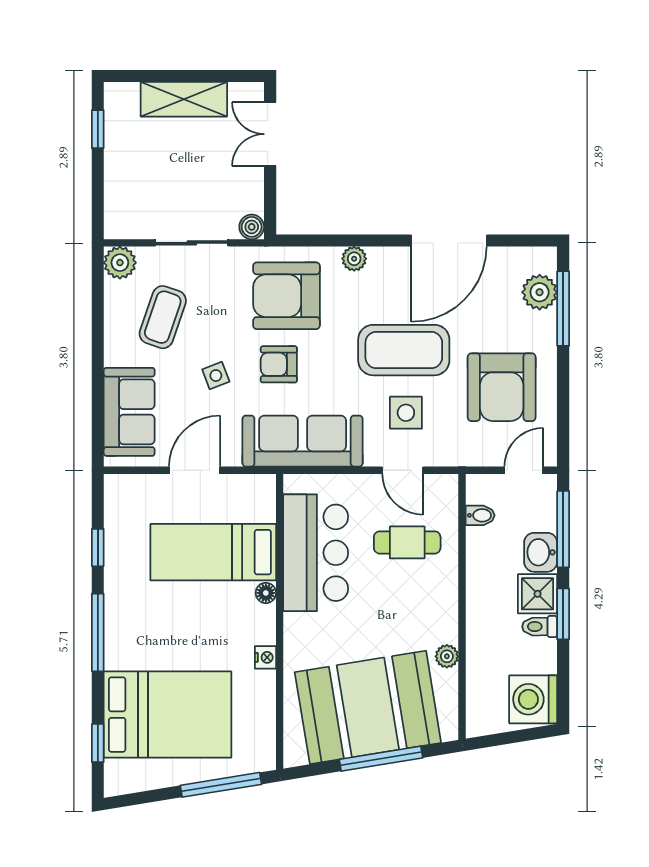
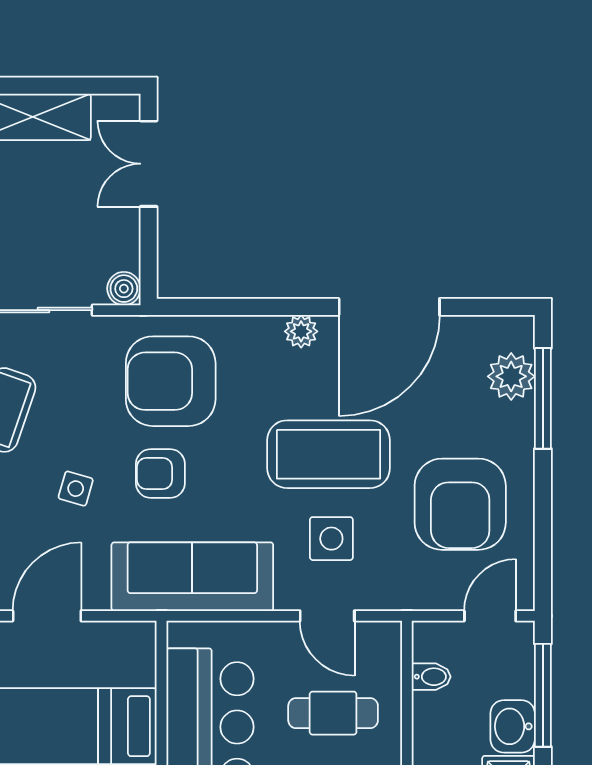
plant: (354, 259) -> (301, 331), moved
side table: (216, 376) -> (76, 489), turned 37

